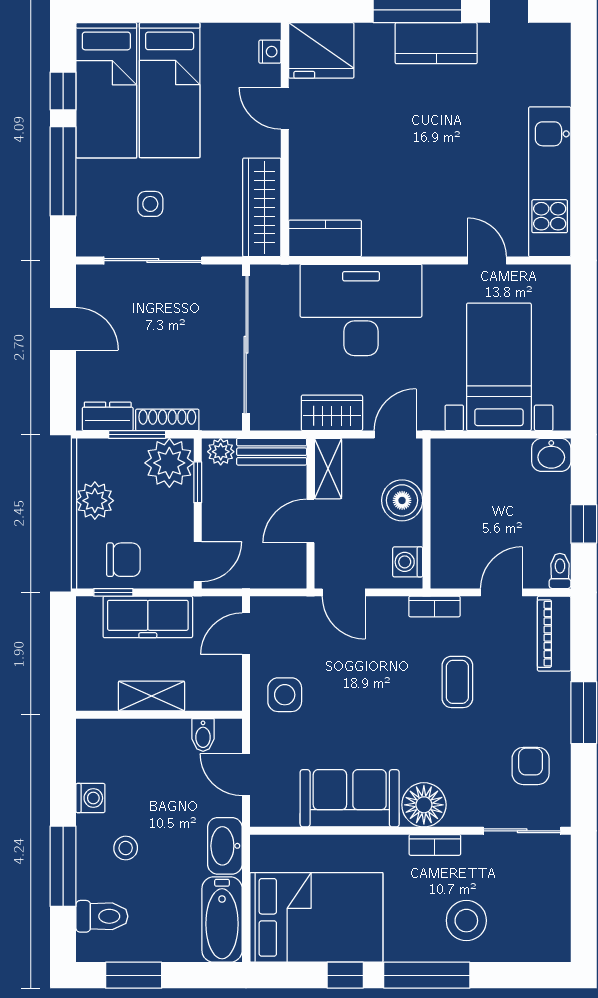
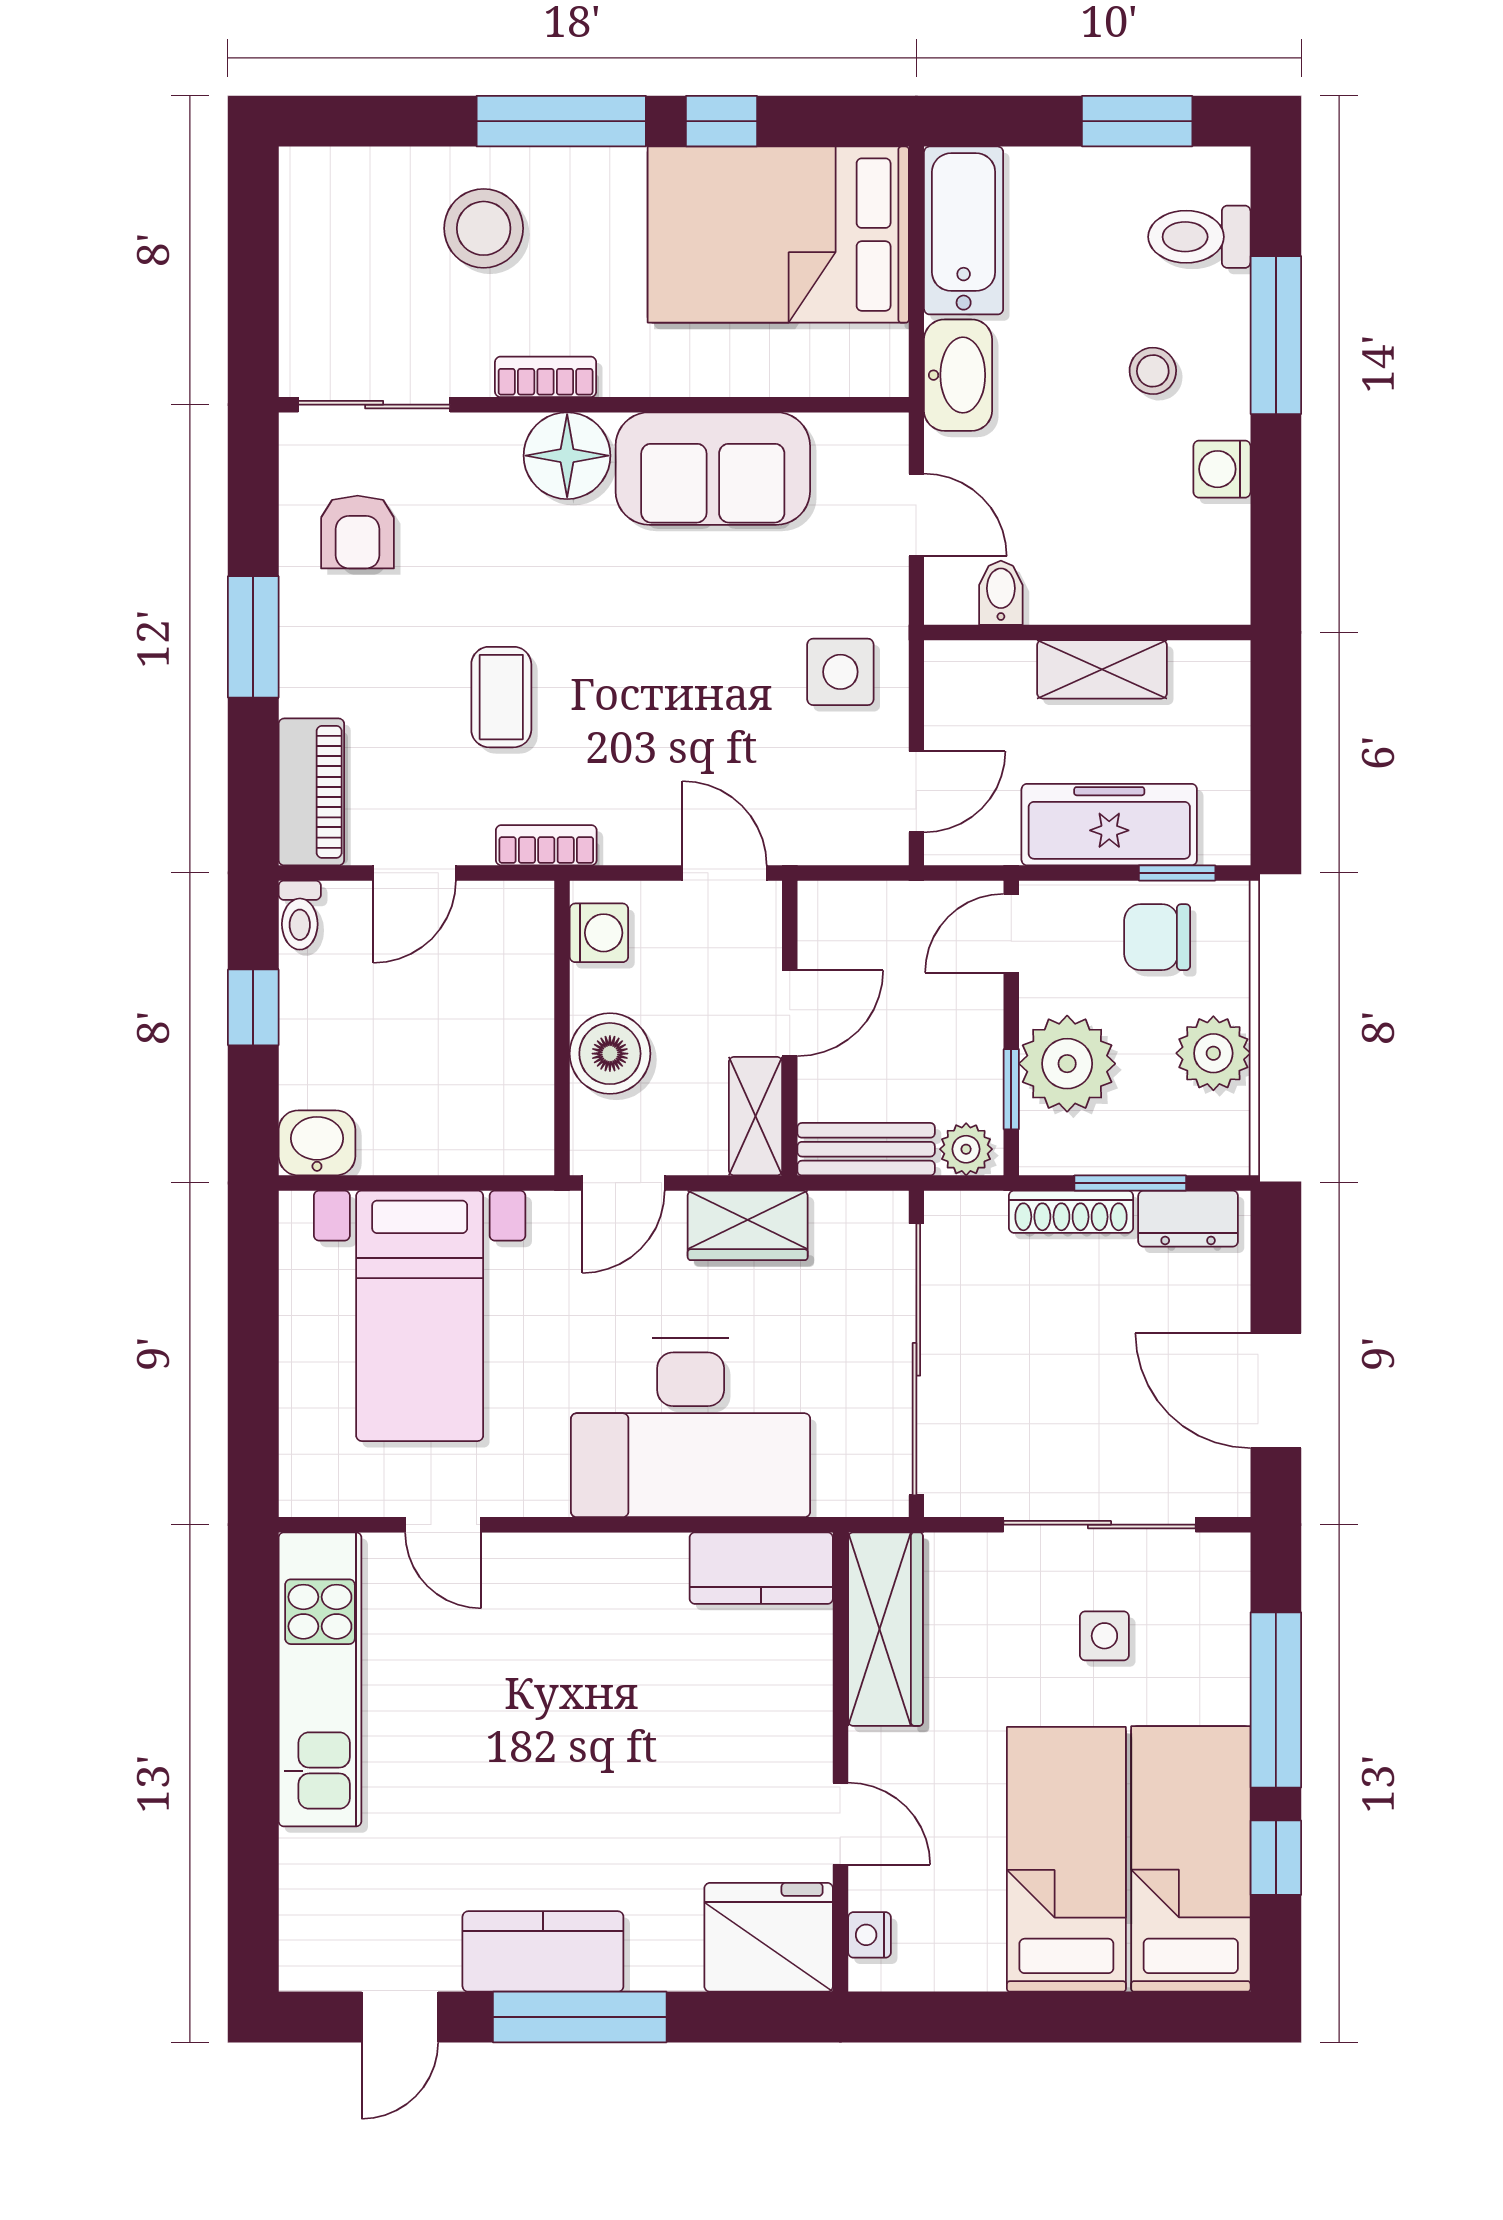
door: (63, 329) -> (1276, 1391), width x1.38
plant: (169, 463) -> (1067, 1064), moved

